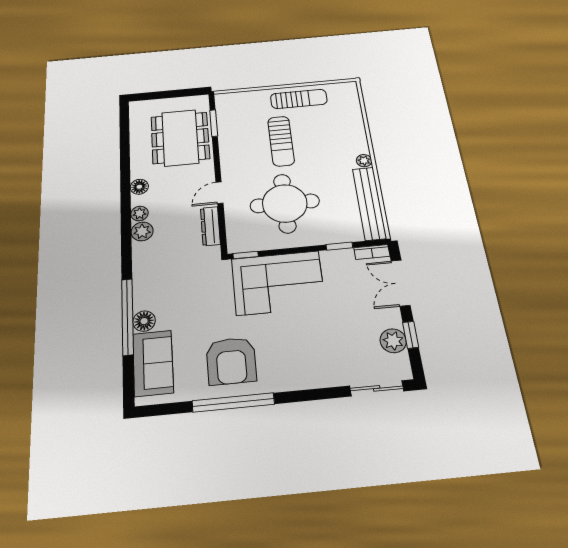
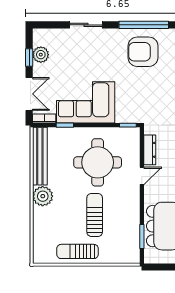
plant: (364, 161) -> (43, 196), width x1.88, depth x1.88
corner sofa: (278, 283) -> (86, 102), moved
armchair: (231, 361) -> (143, 52), turned -90
sliding door: (377, 388) -> (86, 25), moved

